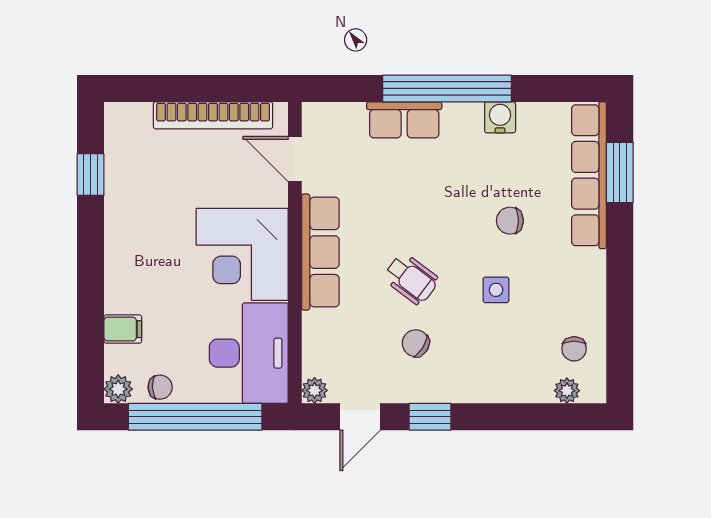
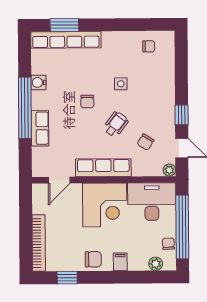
bookcase: (213, 115) -> (39, 243), moved
chair: (510, 221) -> (87, 102), moved
chair: (128, 229) -> (93, 259), added
filing cabinet: (123, 329) -> (120, 262), moved
chair: (416, 343) -> (145, 142), moved
plant: (118, 389) -> (156, 264), moved
plant: (567, 391) -> (169, 50), removed

